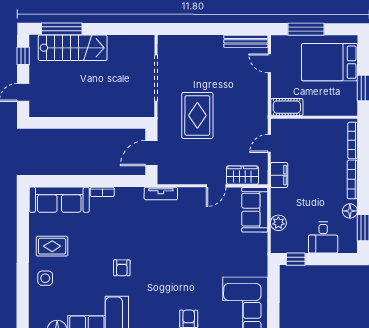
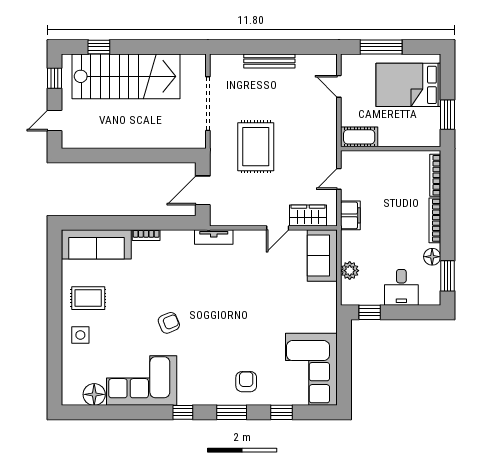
window: (62, 29) -> (99, 47), width x0.46
bench: (246, 41) -> (269, 61), moved
stairs: (73, 48) -> (126, 76), width x1.36, depth x1.51
armchair: (122, 268) -> (169, 323), turned -113

